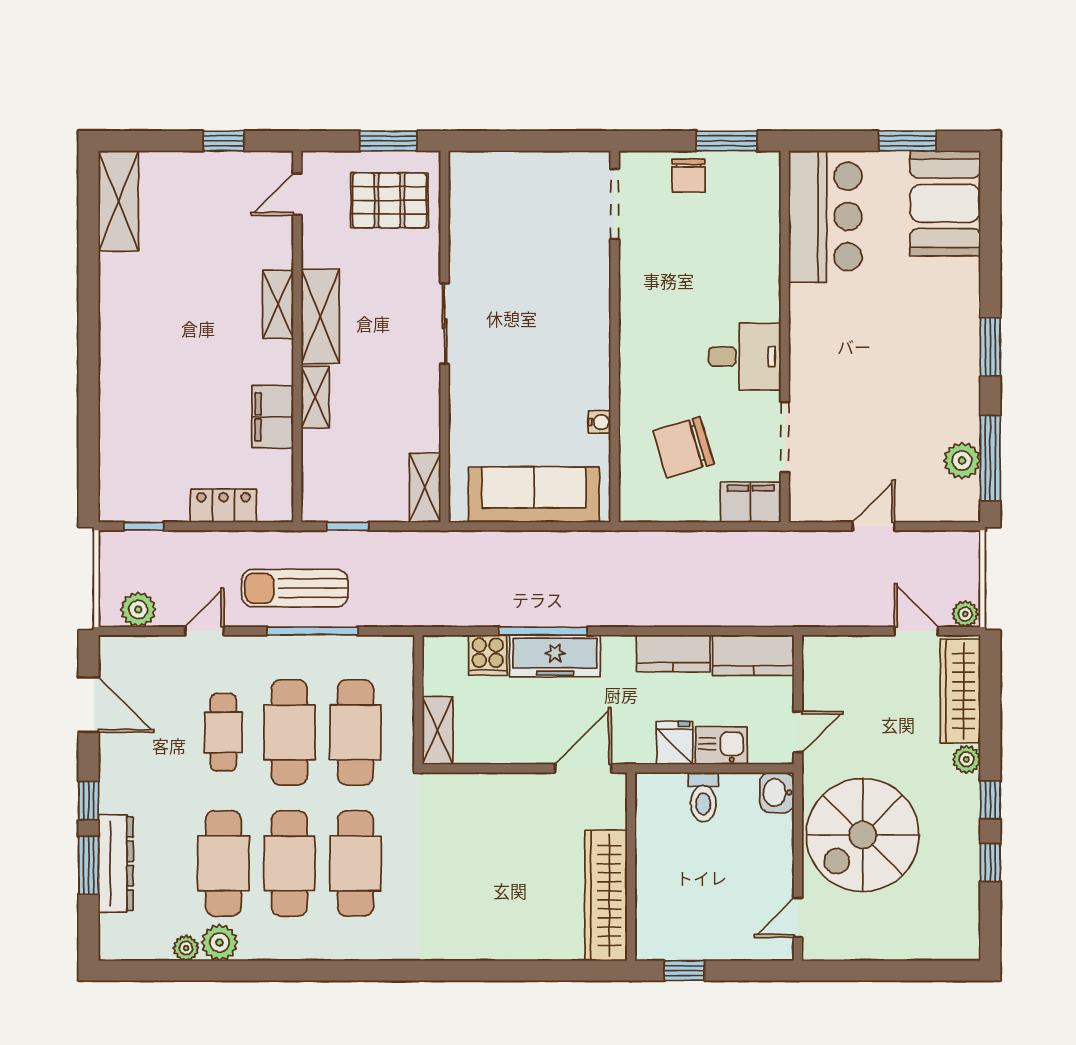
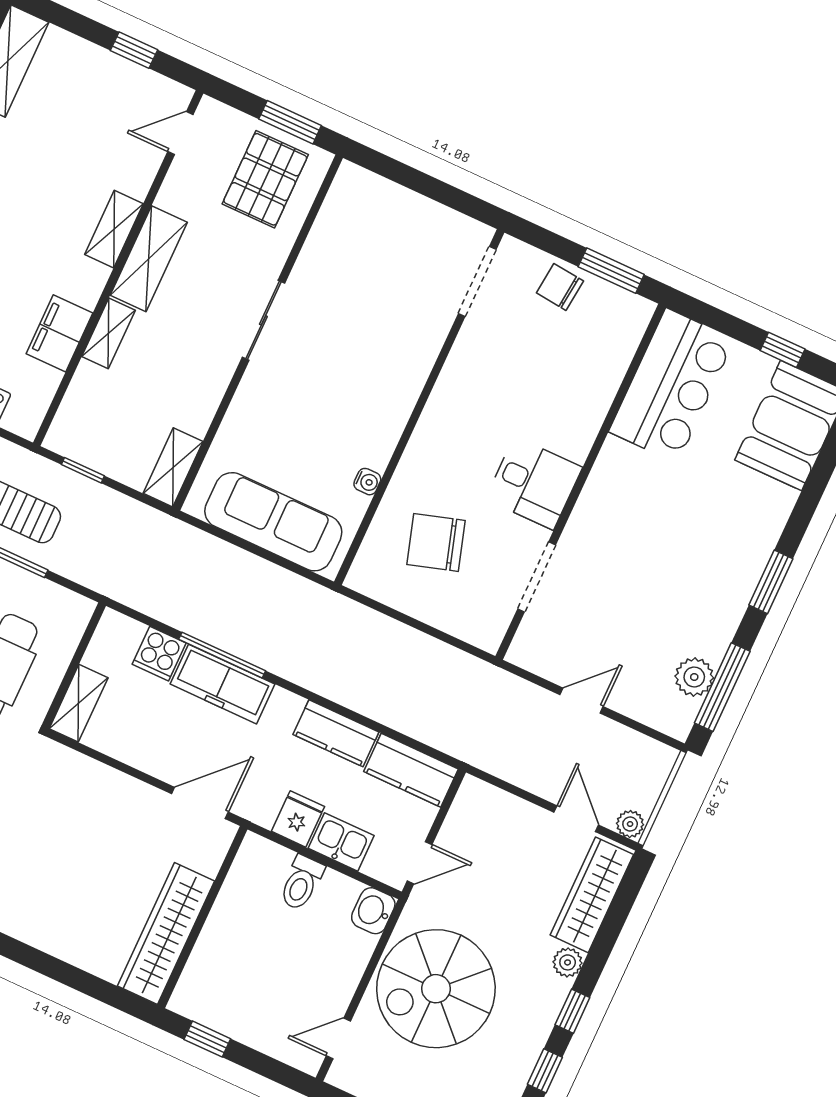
window: (907, 141) -> (783, 350), width x0.67
chair: (689, 176) -> (560, 287), turned 96
pallet: (389, 200) -> (265, 179), turned 90
filing cabinet: (751, 502) -> (476, 624), removed

